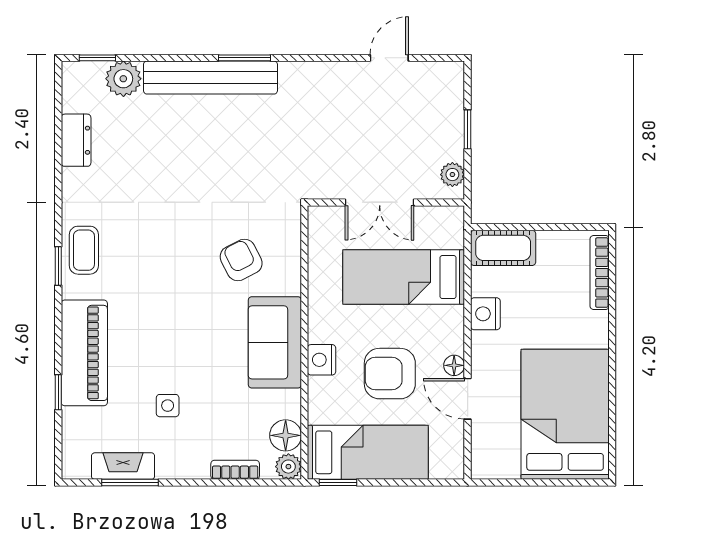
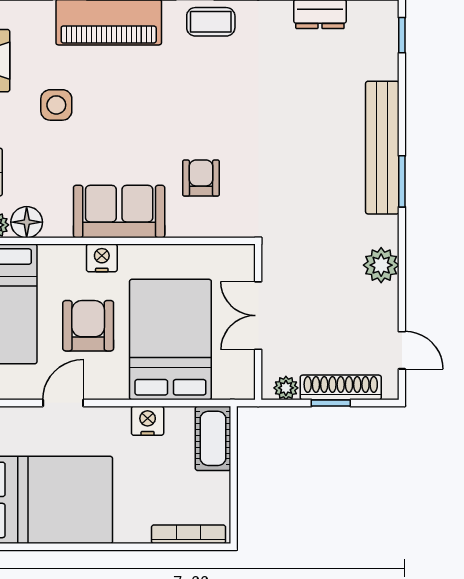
door: (389, 58) -> (402, 350), moved
plant: (123, 79) -> (381, 265), moved
shoe rack: (452, 119) -> (341, 387), added
armchair: (241, 260) -> (201, 178), turned -63
bed: (404, 277) -> (170, 340), width x1.50
floor lamp: (454, 365) -> (96, 390), removed
side table: (168, 406) -> (56, 105), width x1.37, depth x1.37

